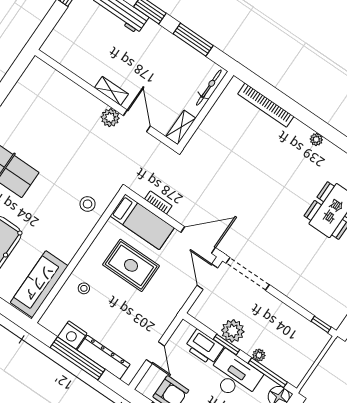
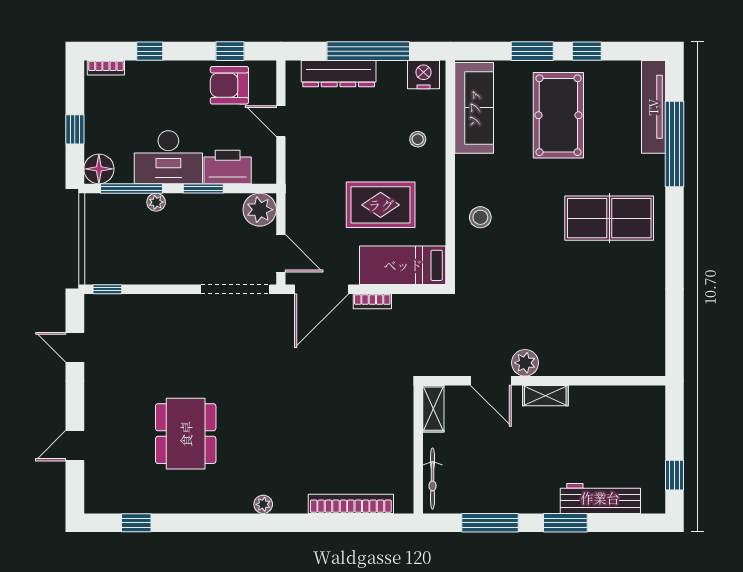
bookcase: (158, 202) -> (372, 301), moved
stool: (88, 204) -> (480, 217), moved
plant: (233, 331) -> (260, 210), moved
nightstand: (72, 335) -> (423, 75), moved

